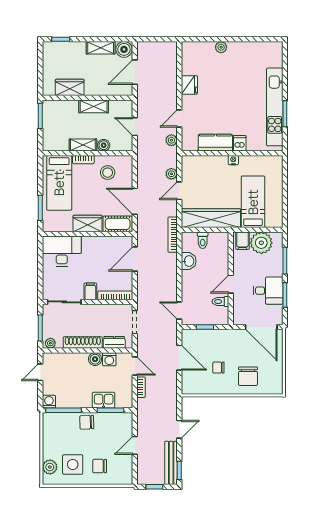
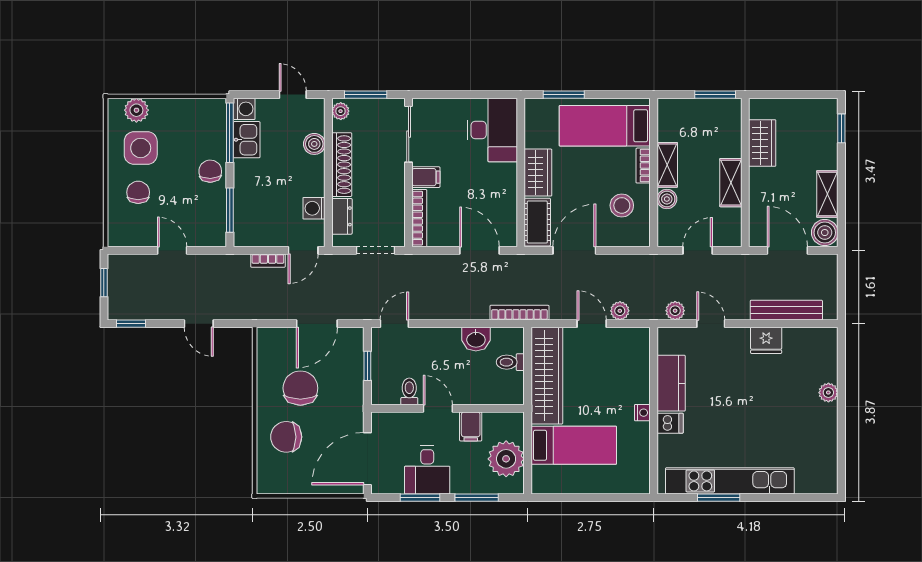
filing cabinet: (243, 241) -> (471, 426), moved, turned -90
boiler: (95, 359) -> (314, 144), moved
chair: (218, 368) -> (300, 388), width x1.87, depth x1.87
kitchen sink: (104, 400) -> (247, 140), moved
bench: (171, 463) -> (786, 310), moved

